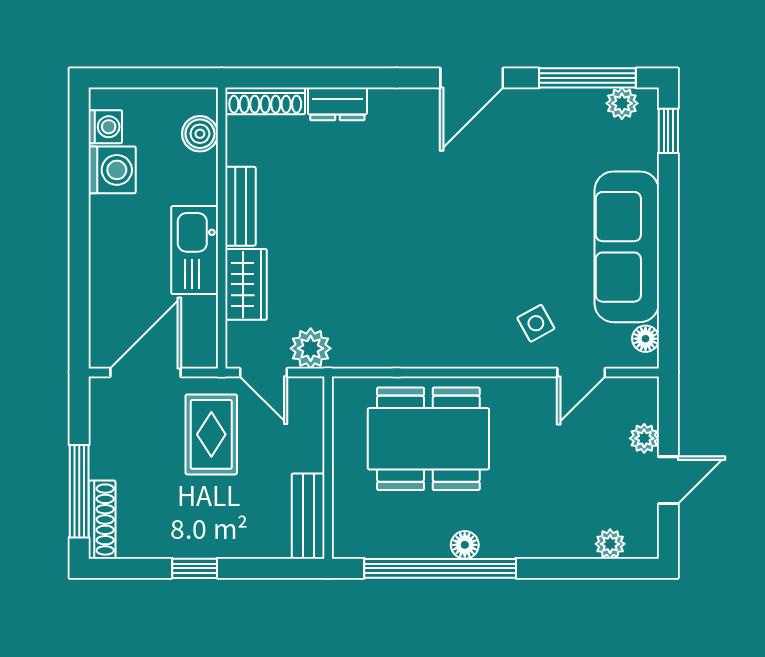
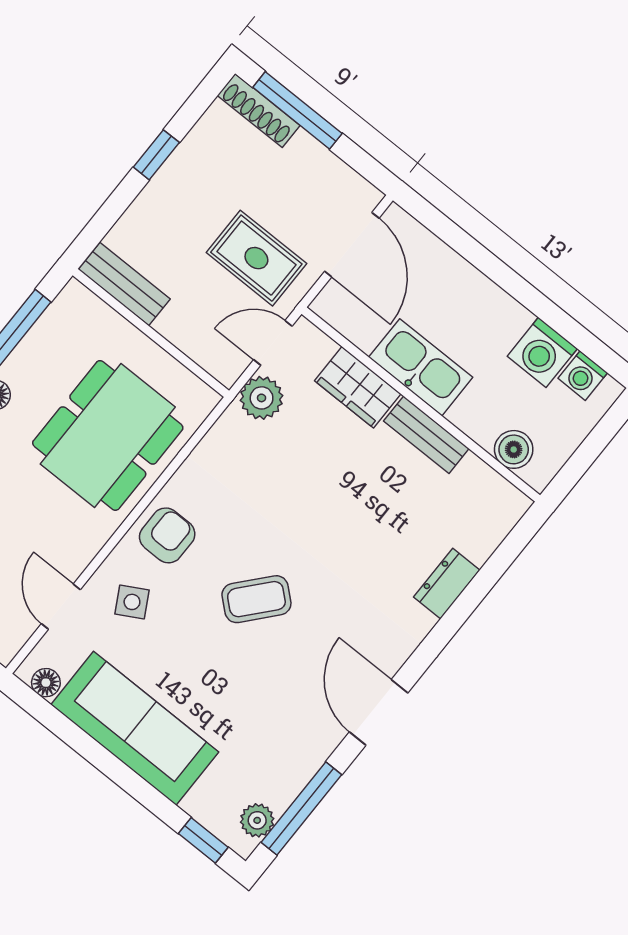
shoe rack: (265, 101) -> (497, 526), removed
coffee table: (461, 234) -> (256, 599), added
armchair: (467, 337) -> (167, 535), added

